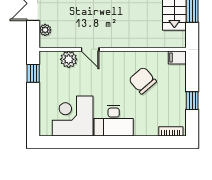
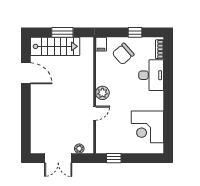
plant: (69, 59) -> (102, 93), moved
chair: (143, 81) -> (123, 54), moved
desk: (114, 121) -> (151, 75), moved

